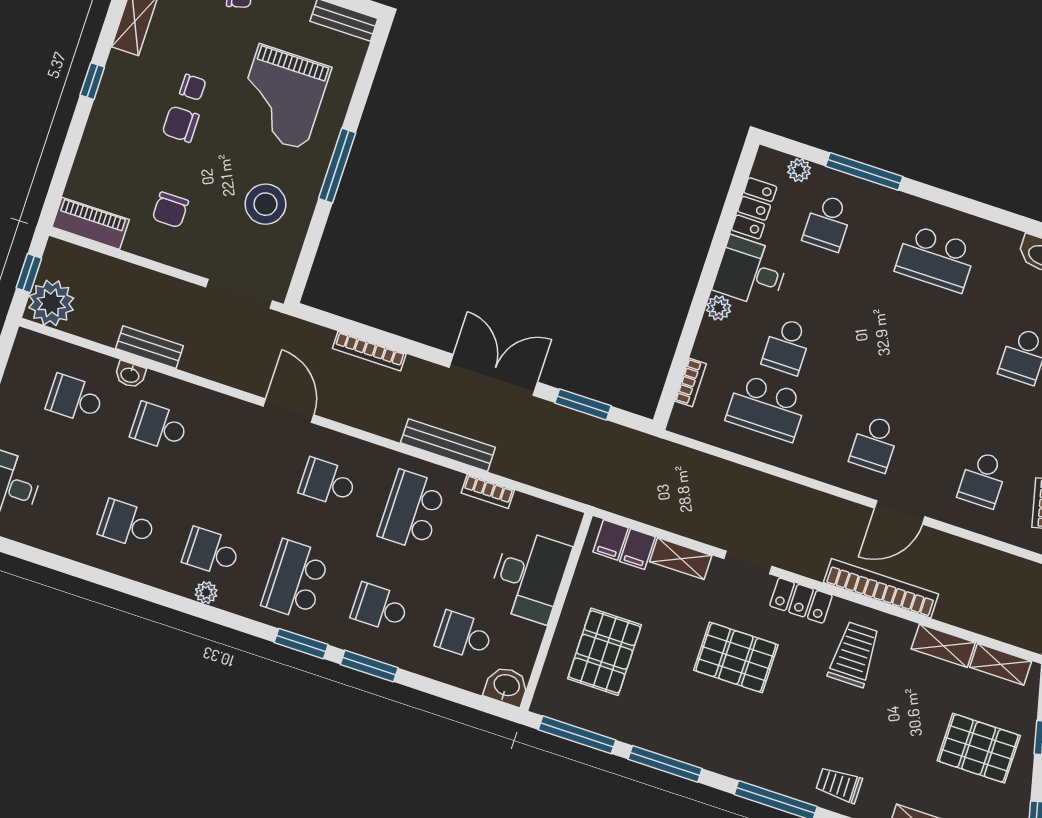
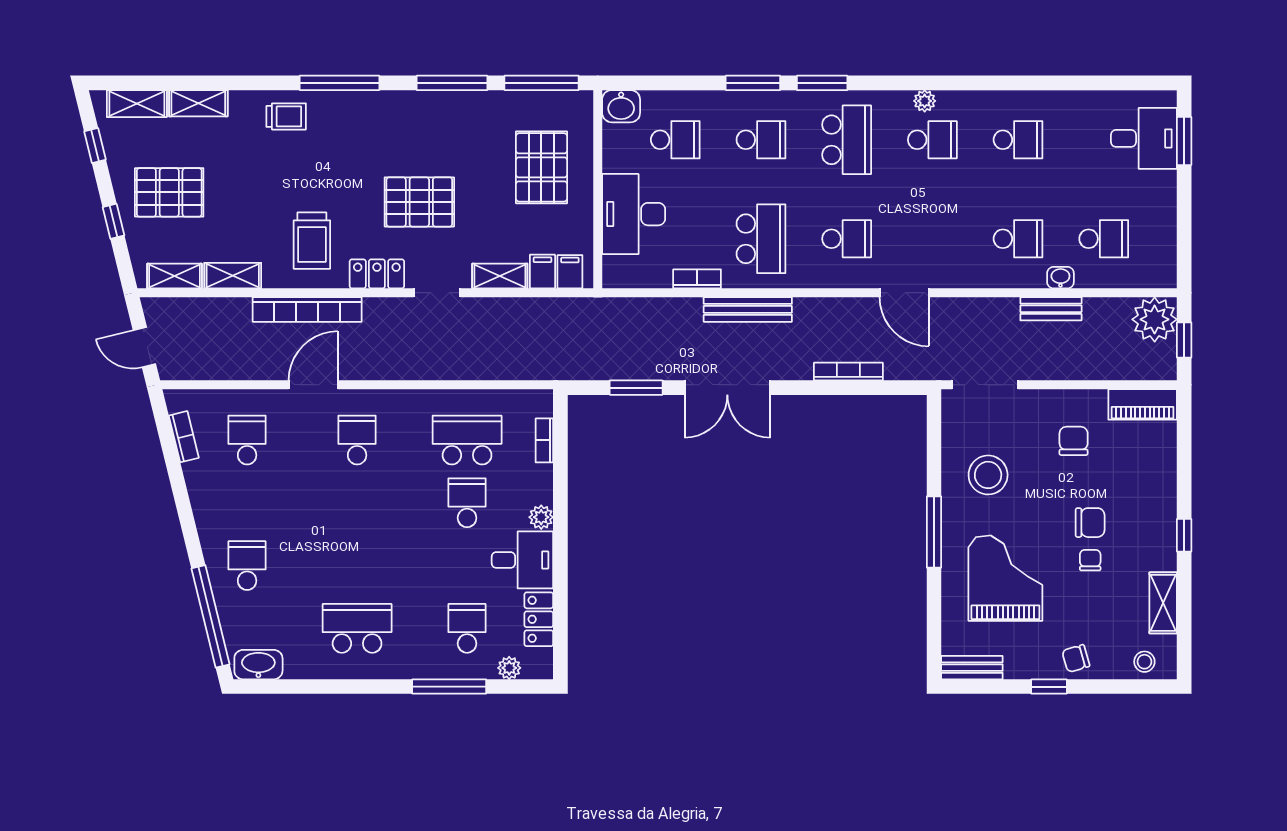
chair: (193, 87) -> (1090, 560), turned 90

